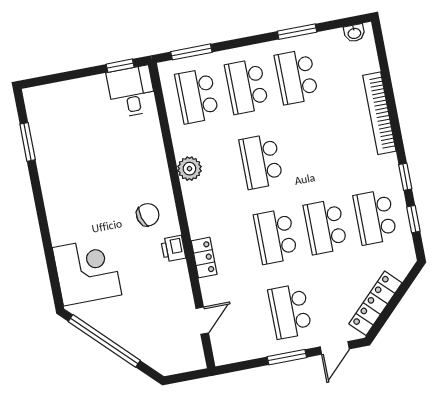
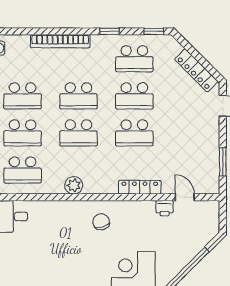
window: (413, 219) -> (154, 31), moved
printer: (173, 249) -> (165, 208), moved
locker: (204, 258) -> (140, 187), width x1.53
school desk: (290, 311) -> (78, 96), moved
window: (287, 357) -> (223, 162), moved

